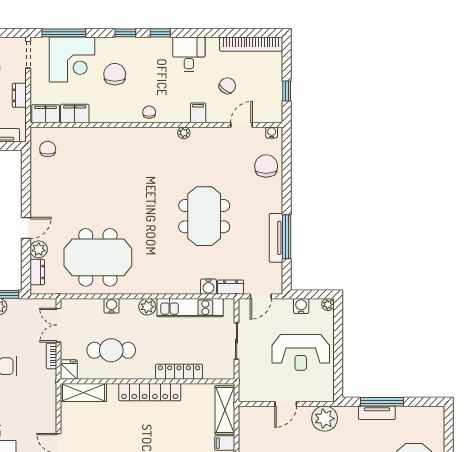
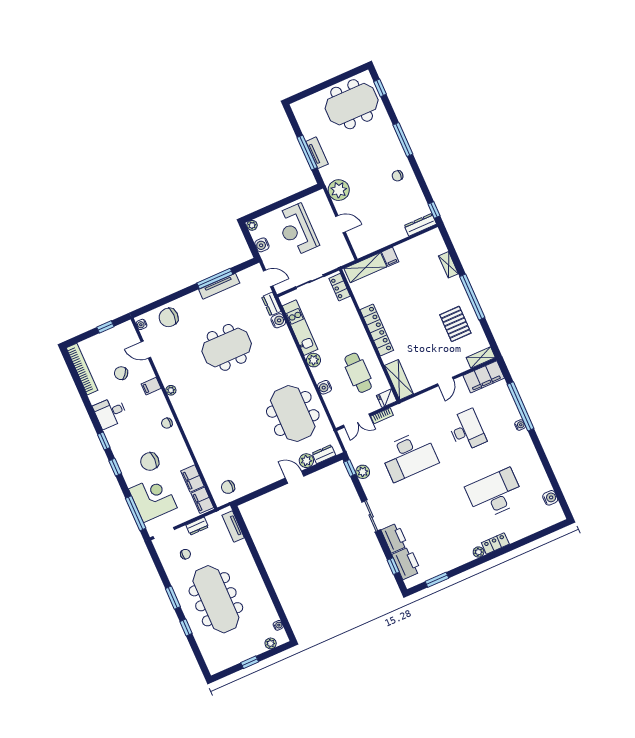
reception desk: (301, 352) -> (297, 230), turned 180
locker: (179, 372) -> (340, 287), moved, width x0.66

